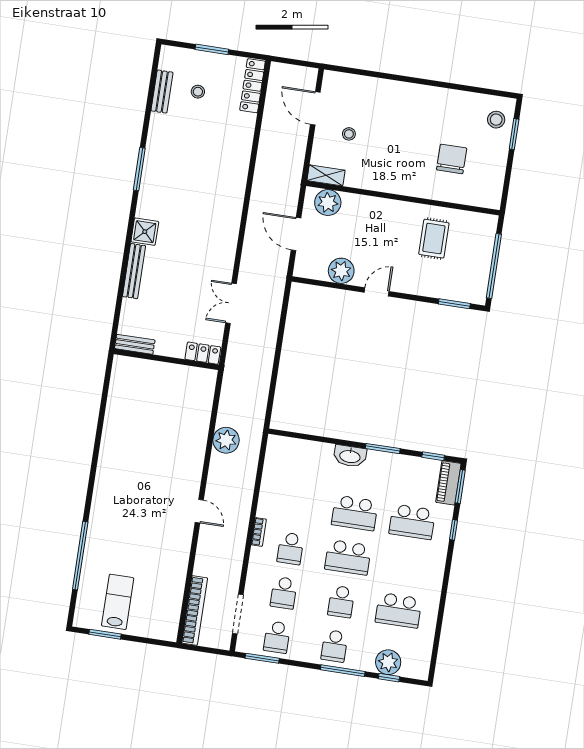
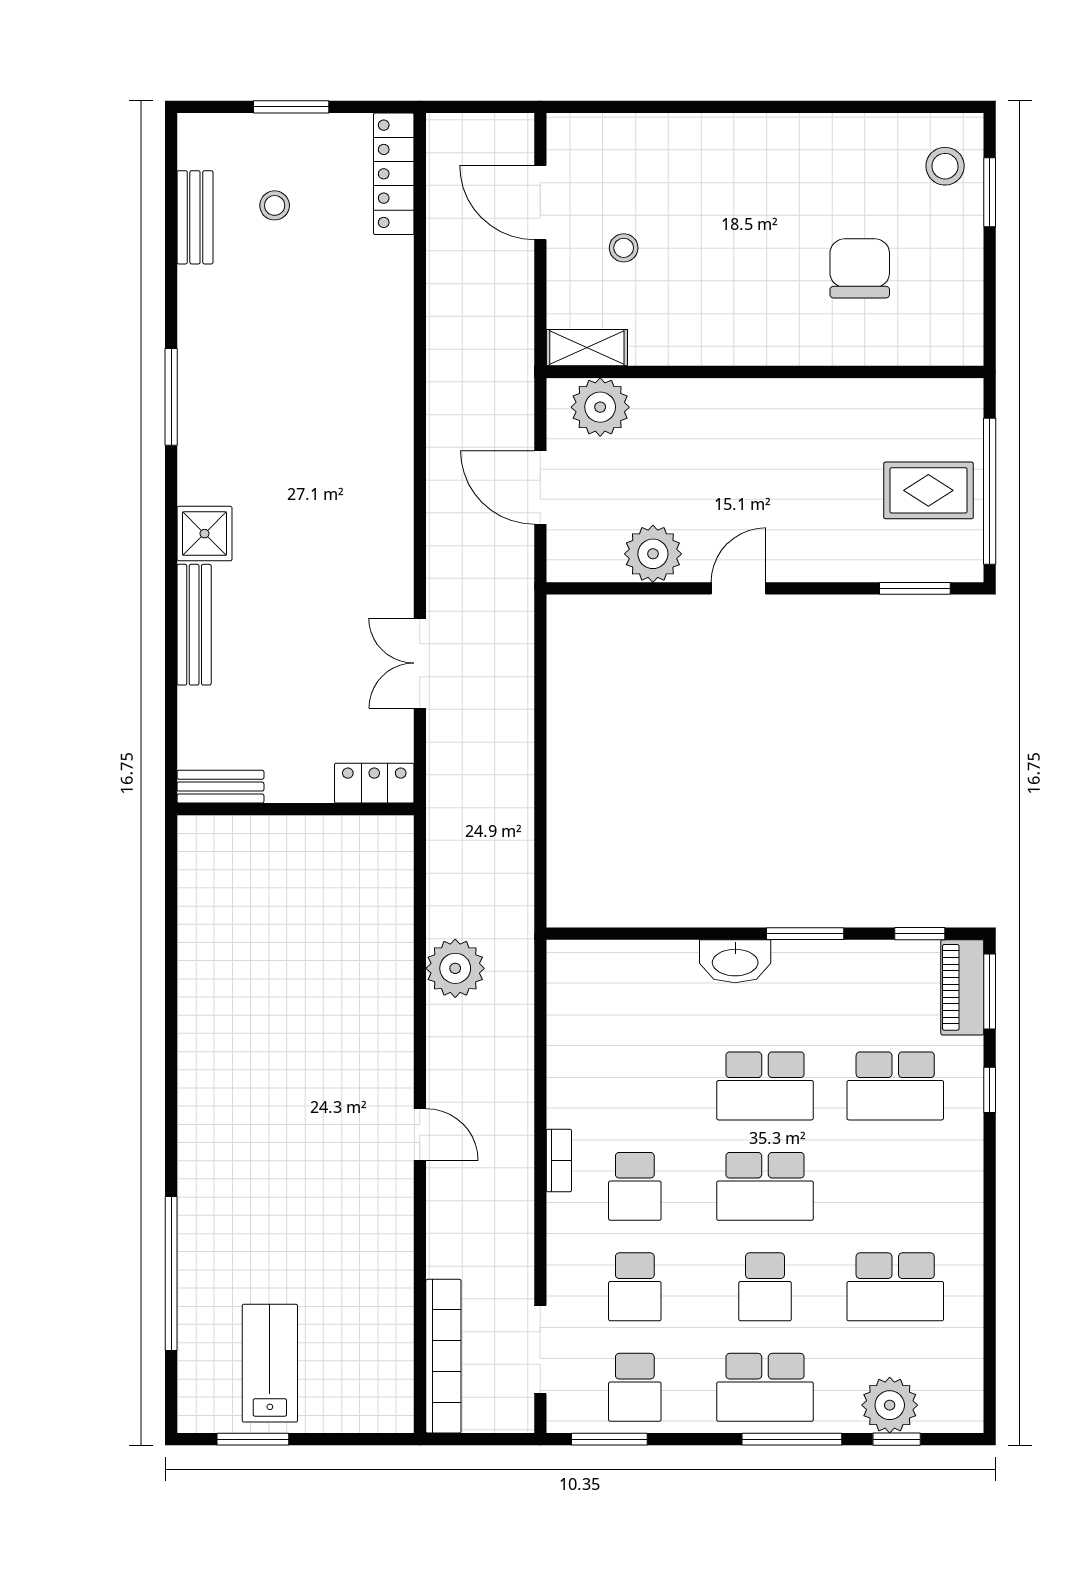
rug: (434, 239) -> (928, 490), moved, turned 90
school desk: (334, 646) -> (765, 1387), width x1.85

